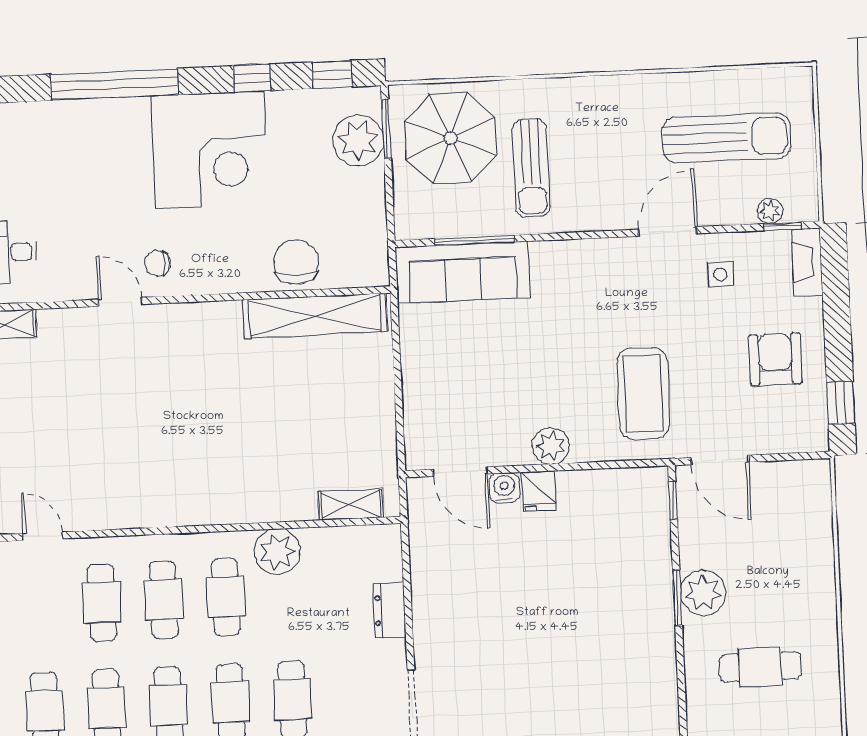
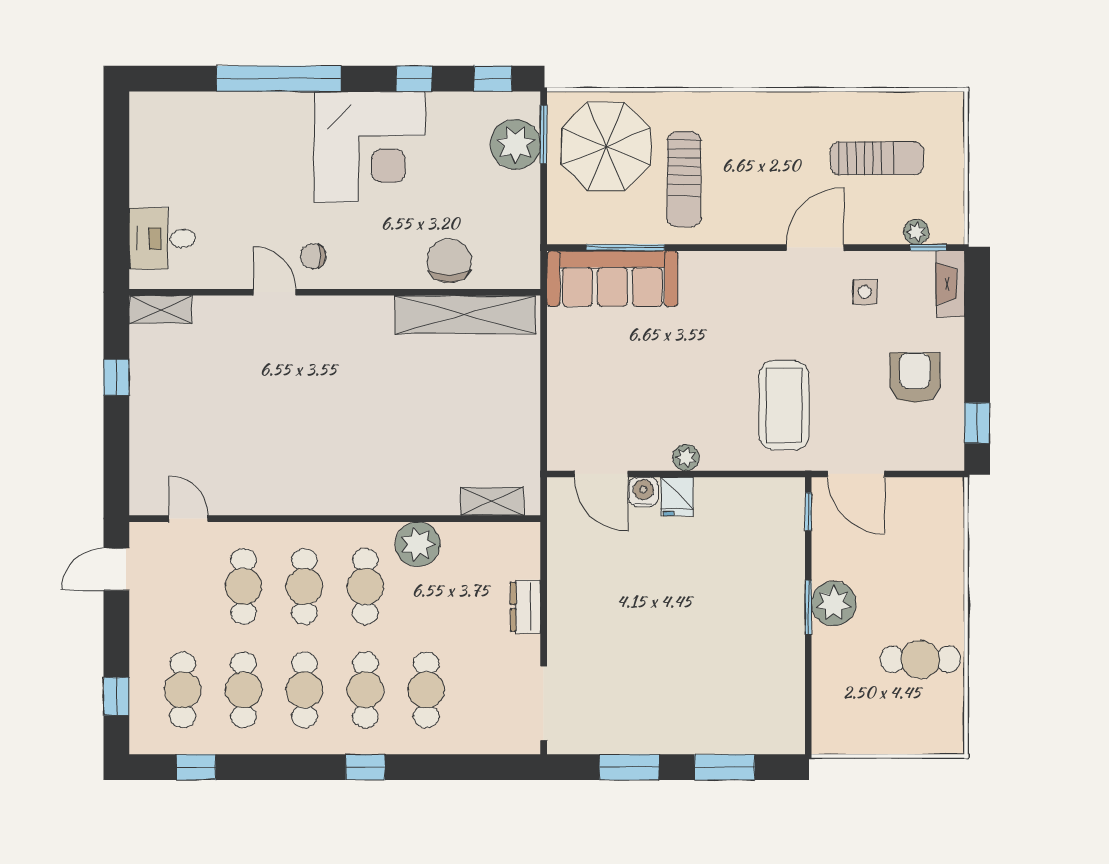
sun lounger: (726, 138) -> (877, 158), width x0.73, depth x0.75
plant: (551, 446) -> (686, 458), width x0.73, depth x0.73
cafe table: (760, 667) -> (920, 659), moved

